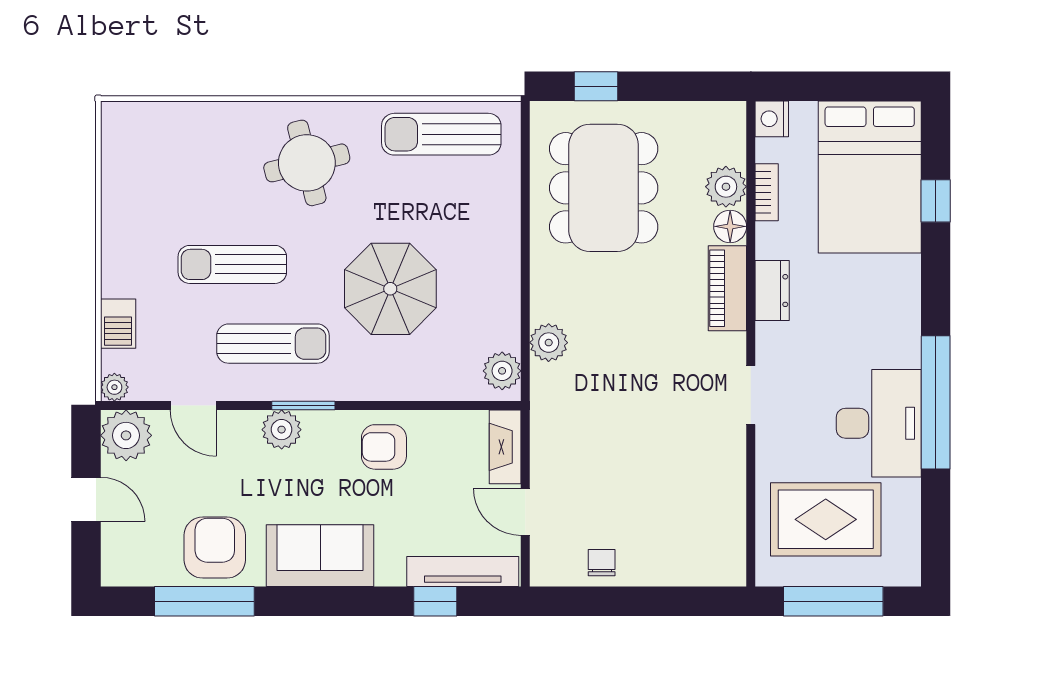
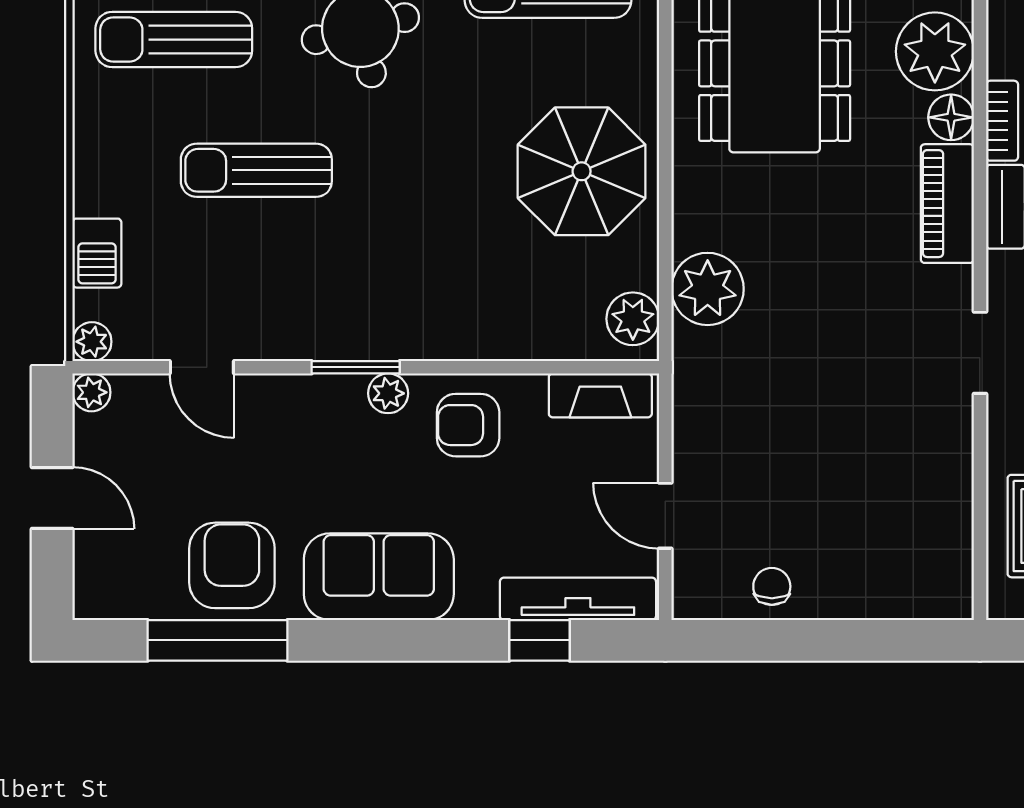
plant: (726, 187) -> (935, 51), width x1.36, depth x1.36
bookcase: (767, 192) -> (1002, 121), moved
parasol: (390, 289) -> (582, 171), moved
plant: (549, 343) -> (708, 289), width x1.36, depth x1.36
sun lounger: (273, 344) -> (174, 40), moved, turned 180
plant: (282, 430) -> (388, 393), moved, width x0.73, depth x0.73
plant: (126, 435) -> (91, 392), width x0.53, depth x0.53
fireplace: (505, 447) -> (600, 395), moved, turned -90

